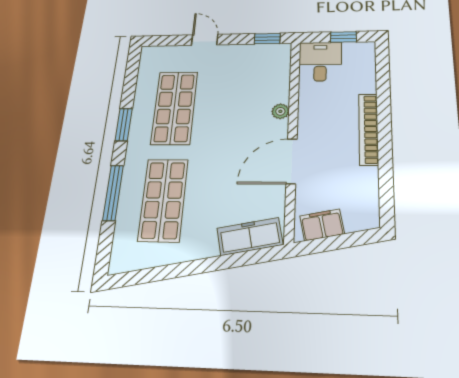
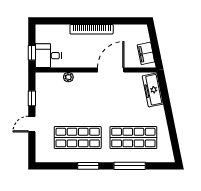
window: (343, 37) -> (32, 53), moved
window: (267, 39) -> (32, 98), moved
plant: (280, 111) -> (68, 77), moved
door: (292, 161) -> (111, 70), swing flipped

